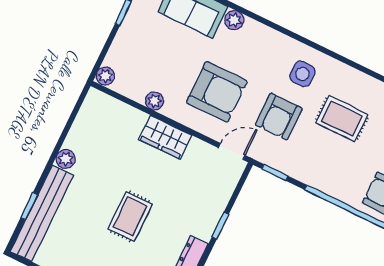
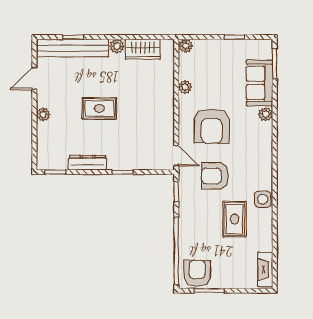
side table: (302, 74) -> (263, 199), moved
wardrobe: (165, 137) -> (143, 49), moved, turned -90

